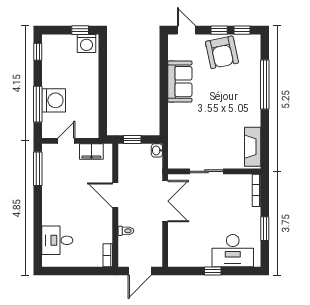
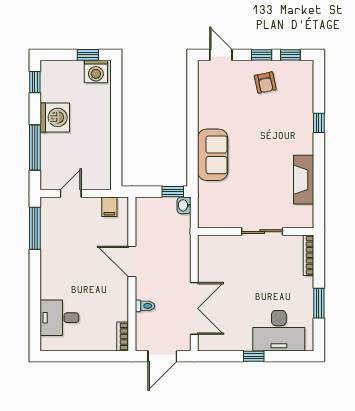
armchair: (222, 52) -> (265, 83), width x0.53, depth x0.53
sofa: (180, 82) -> (213, 155), moved
window: (265, 84) -> (319, 123), width x0.32
washing machine: (54, 100) -> (55, 117), moved
window: (132, 140) -> (173, 192), moved
fireplace: (253, 147) -> (304, 180), moved
filing cabinet: (91, 152) -> (109, 207), width x0.50
sliding door: (207, 171) -> (262, 232), moved
double door: (165, 201) -> (194, 308), moved

